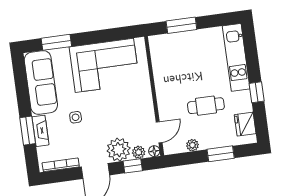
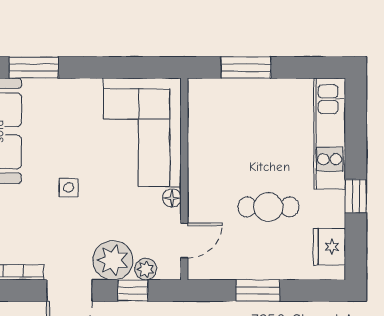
corner sofa: (104, 65) -> (142, 132), moved, turned 90
side table: (76, 117) -> (69, 187), moved
plant: (192, 145) -> (237, 270), removed
floor lamp: (154, 151) -> (172, 198), moved
window: (221, 154) -> (258, 291), moved

